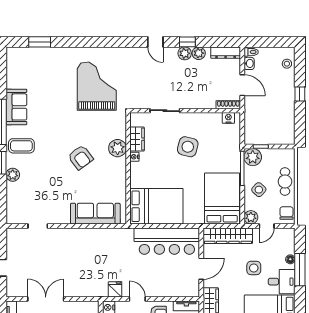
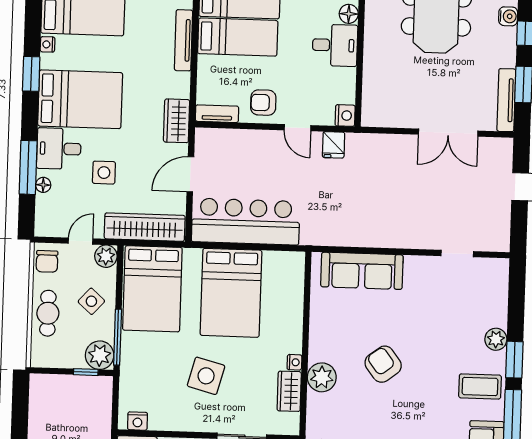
bed: (156, 206) -> (231, 293), moved, turned -90

